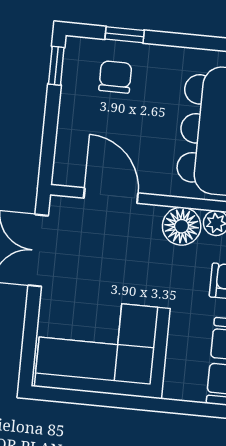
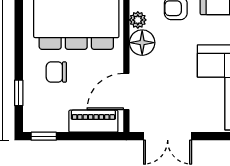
chair: (115, 77) -> (56, 72), moved
piano: (71, 142) -> (93, 121), added

